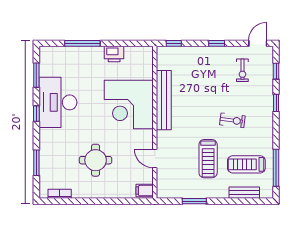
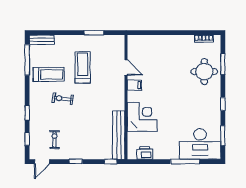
printer: (114, 54) -> (145, 153), moved
bench: (164, 100) -> (119, 135), moved
desk: (58, 102) -> (200, 144), moved, turned 90
corner desk: (129, 105) -> (142, 117), width x0.74, depth x0.74
round table: (96, 160) -> (204, 72), moved
treadmill: (246, 164) -> (49, 74), moved
filing cabinet: (145, 191) -> (134, 85), moved
bench: (244, 193) -> (42, 40), moved

